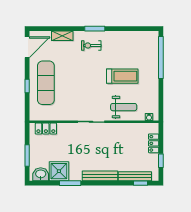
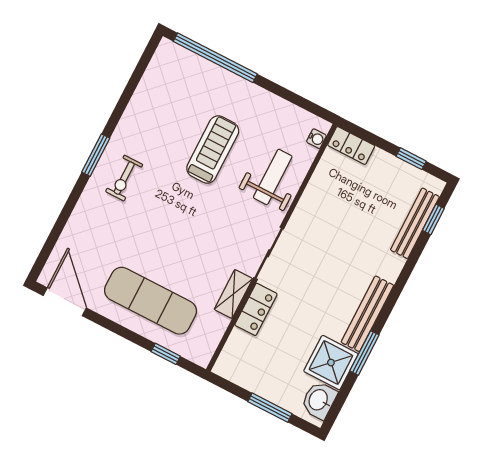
shelving: (62, 36) -> (233, 294), moved
window: (27, 86) -> (166, 354), moved
locker: (46, 129) -> (256, 309), moved
locker: (154, 143) -> (351, 145), moved
bench: (100, 176) -> (367, 314), moved

